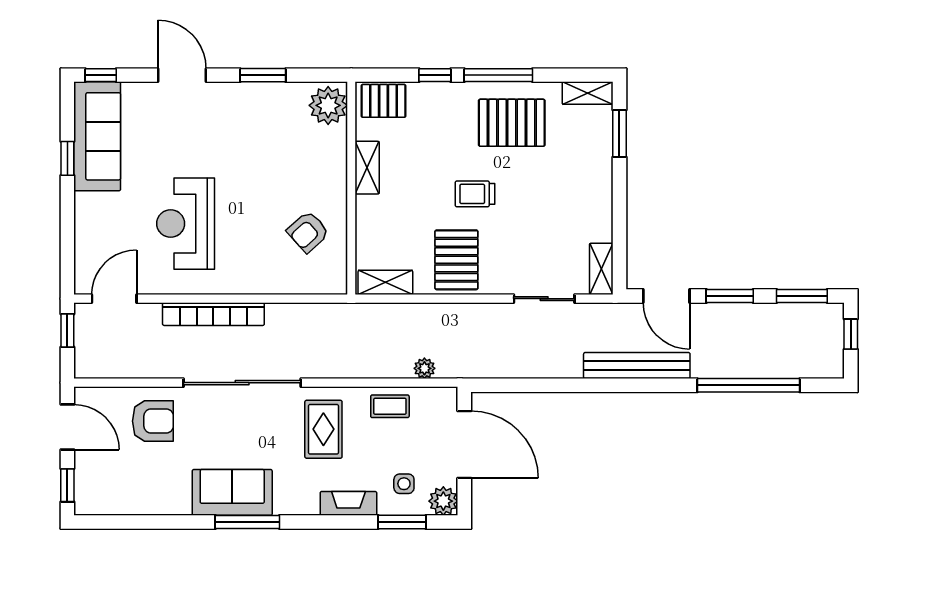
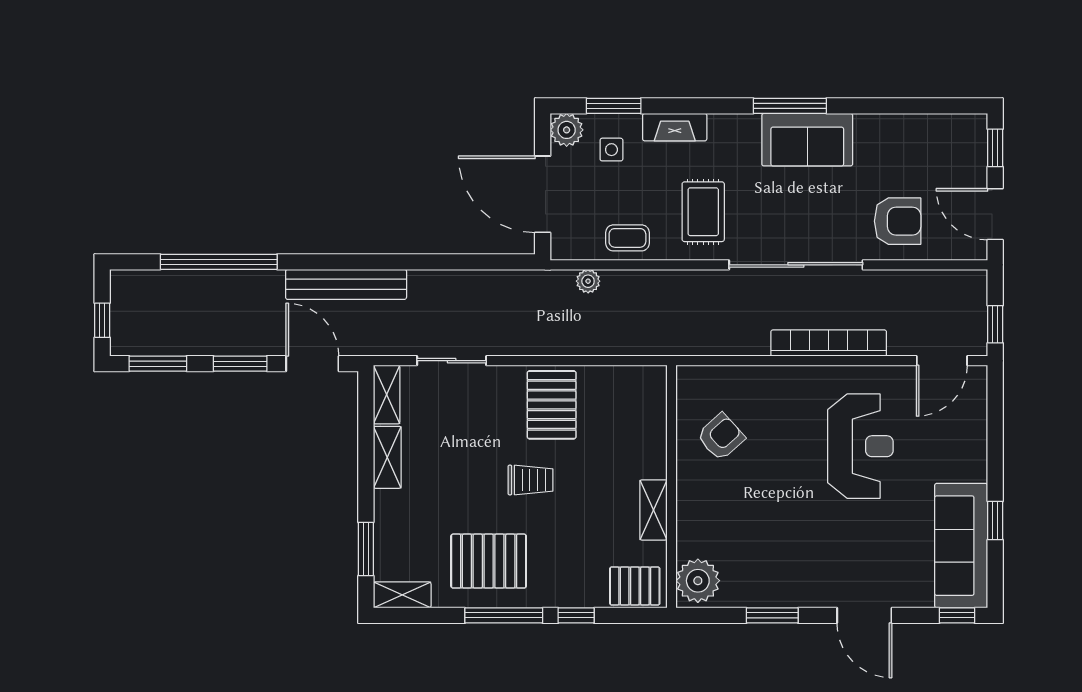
shelving: (385, 282) -> (387, 457), moved, turned 90
armchair: (153, 421) -> (898, 221), turned 180

